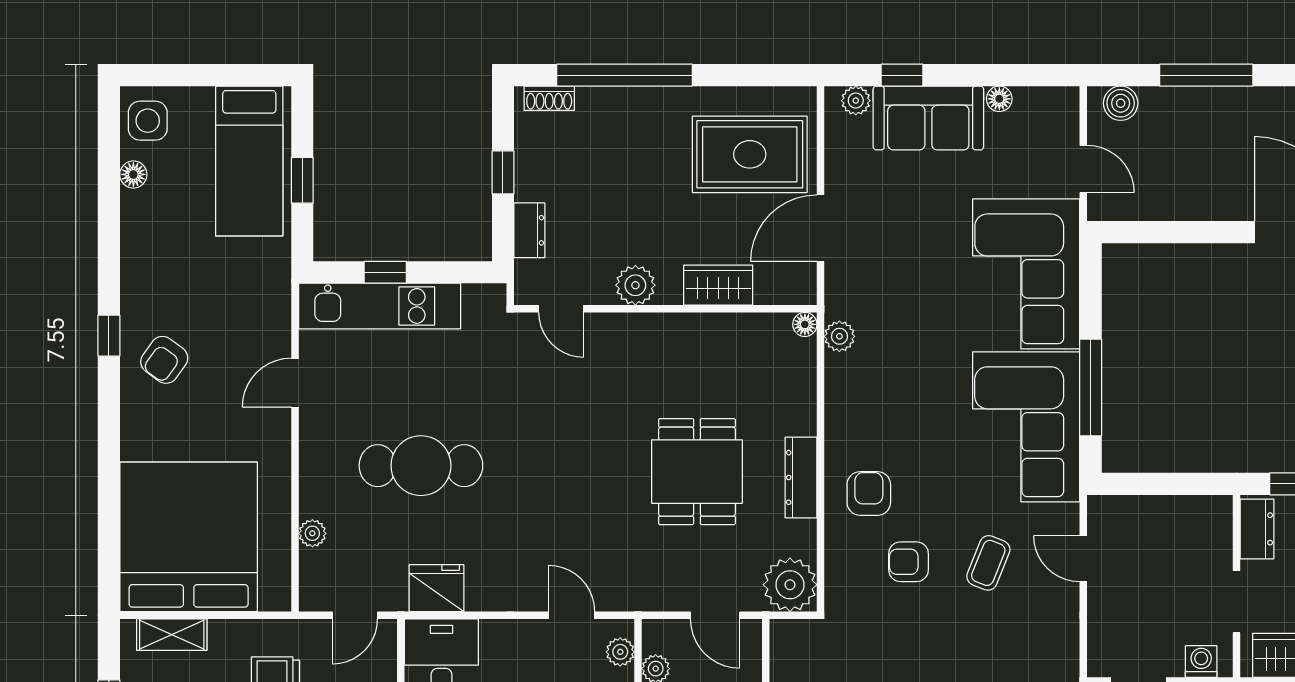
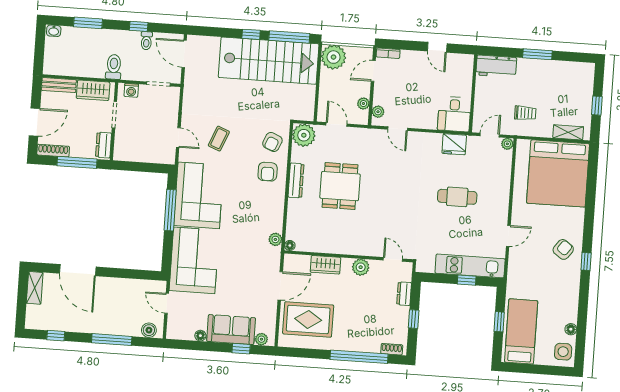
cafe table: (421, 466) -> (457, 197), width x0.73, depth x0.74
plant: (312, 533) -> (507, 144), moved
armchair: (909, 562) -> (272, 142), moved, turned 113

